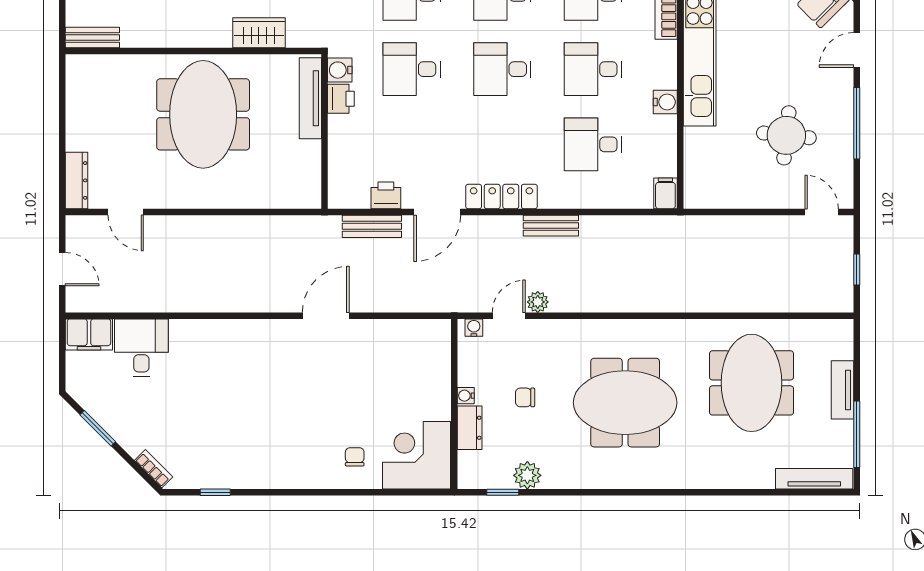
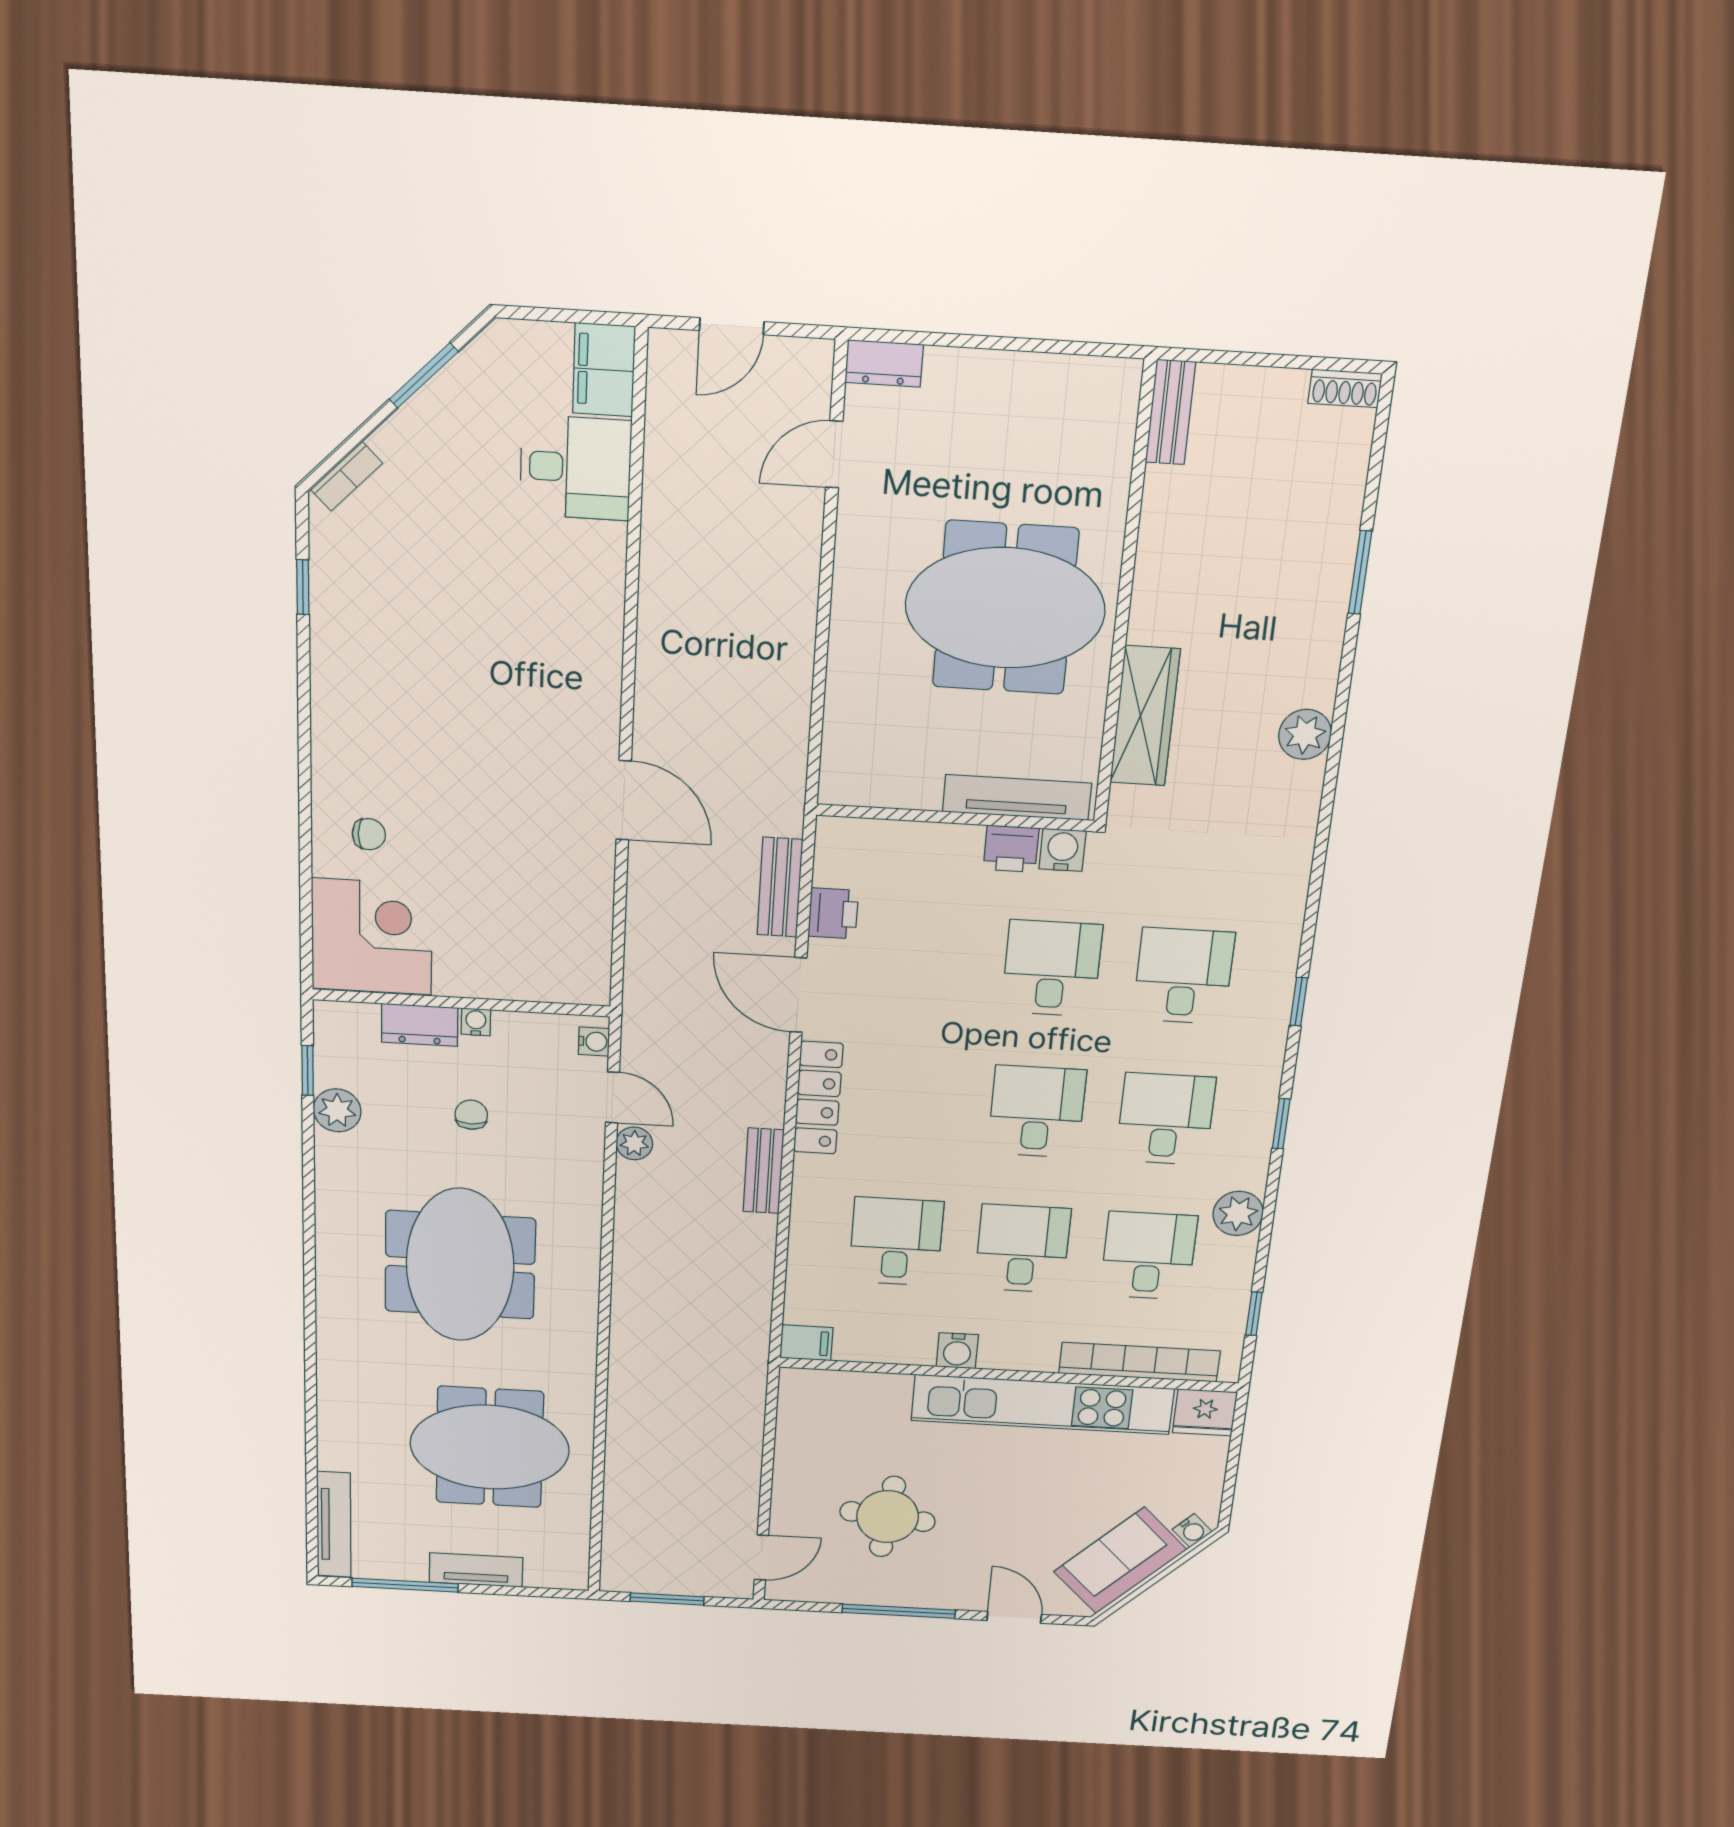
wardrobe: (259, 33) -> (1145, 716), width x1.50
dresser: (77, 180) -> (884, 363), width x0.70
window: (857, 269) -> (667, 1599), width x1.50

